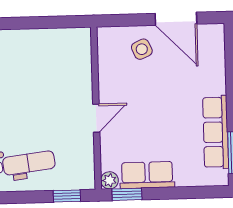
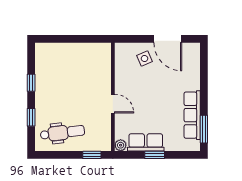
door: (96, 118) -> (113, 104), hinge flipped
window: (127, 194) -> (155, 155), moved

